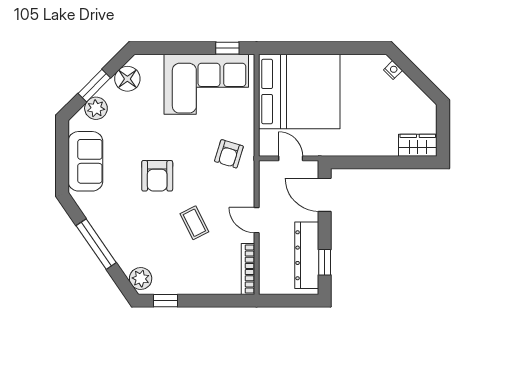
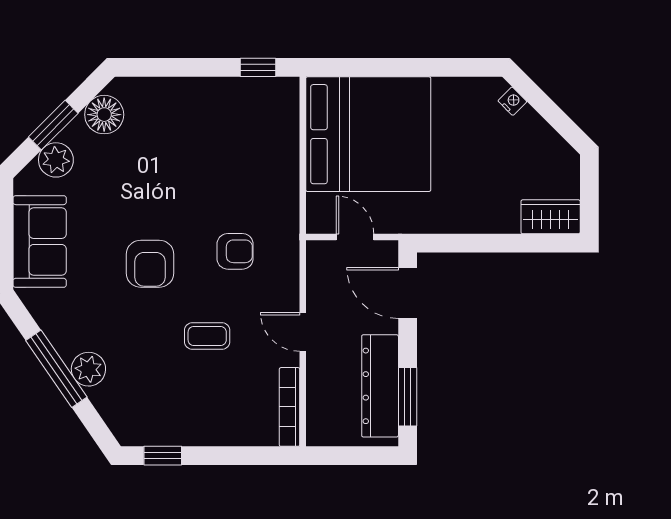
corner sofa: (206, 84) -> (225, 123), removed
armchair: (229, 154) -> (235, 251), moved, turned -107
coffee table: (194, 223) -> (207, 336), turned -63
window: (325, 262) -> (408, 397), width x1.50
plant: (141, 279) -> (88, 369), moved

